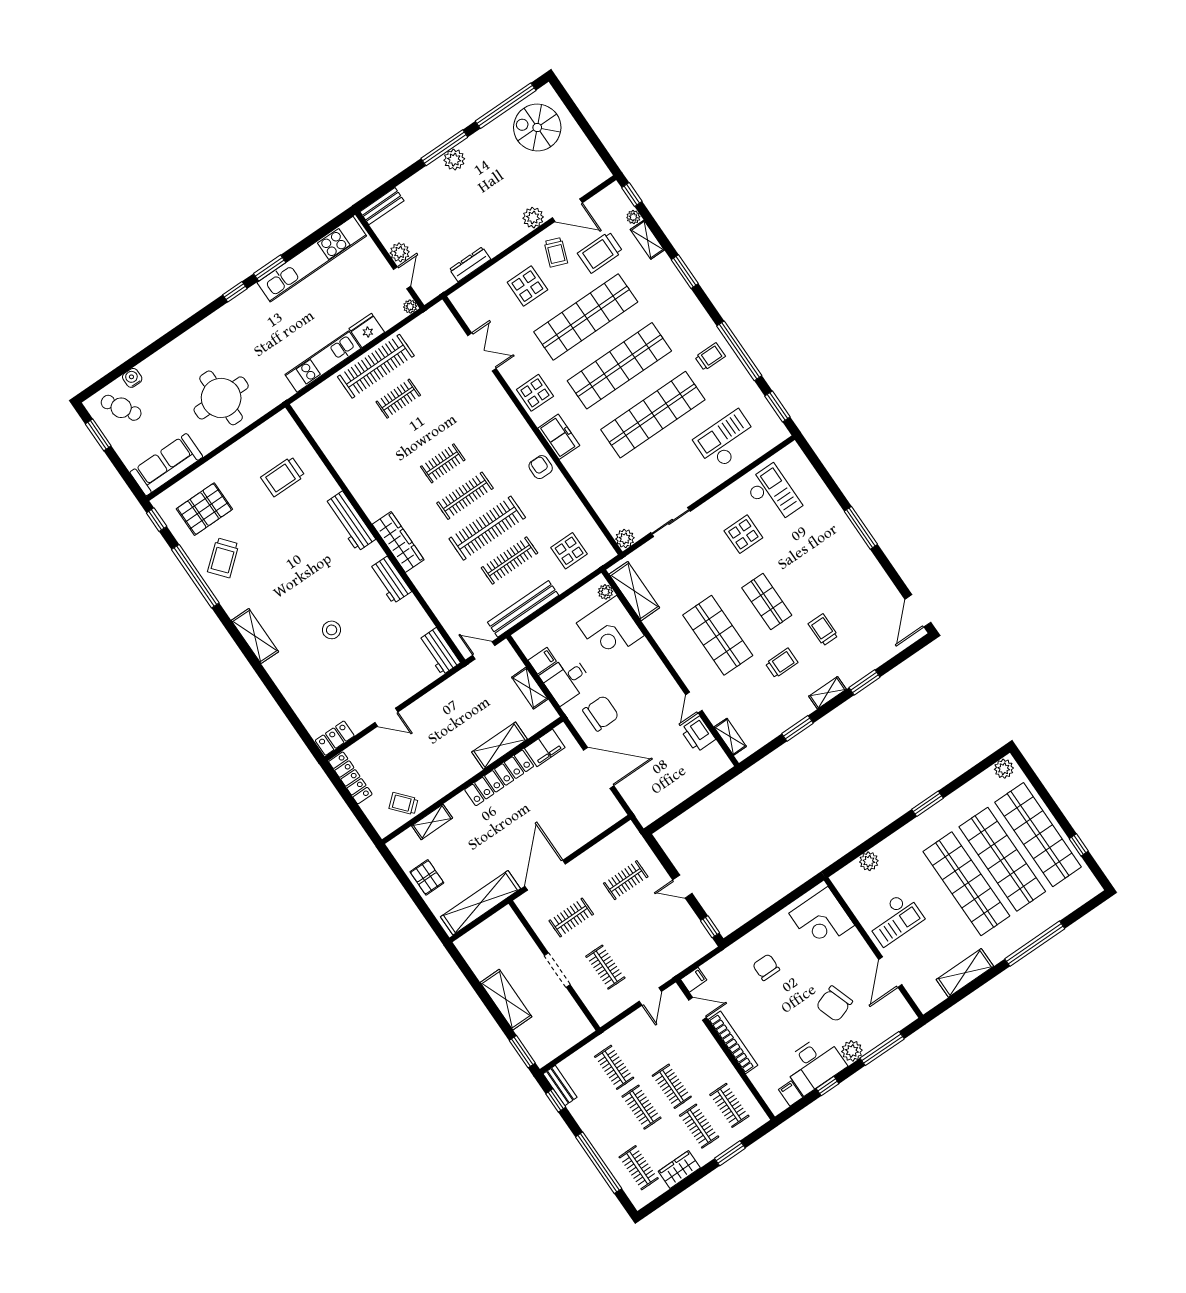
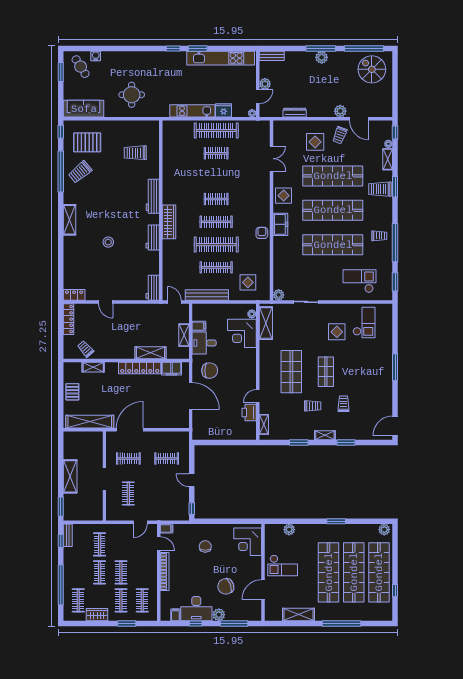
trolley: (600, 252) -> (380, 189), moved
round table: (221, 398) -> (132, 95), width x0.73, depth x0.73

